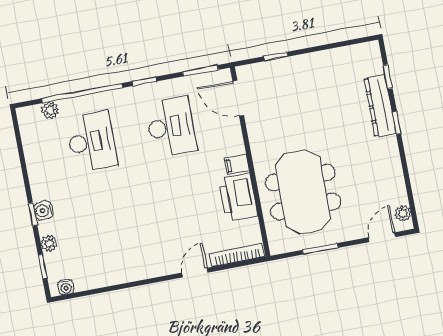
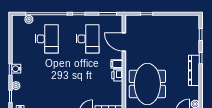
door: (238, 98) -> (124, 42), moved
dresser: (380, 106) -> (194, 70), moved
printer: (238, 197) -> (117, 75), width x0.53, depth x0.68

